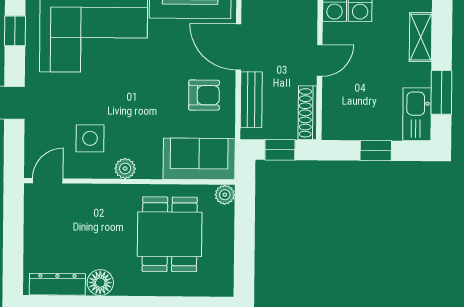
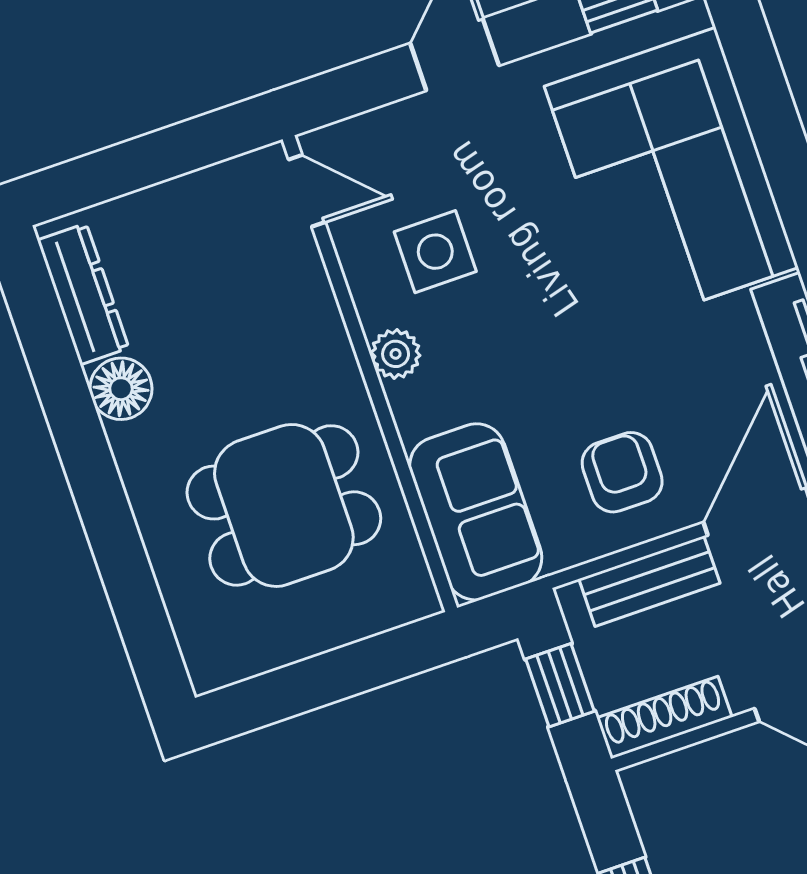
armchair: (204, 95) -> (622, 472), turned 180
plant: (225, 195) -> (416, 597), removed

